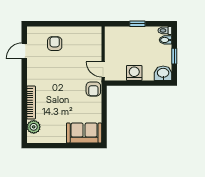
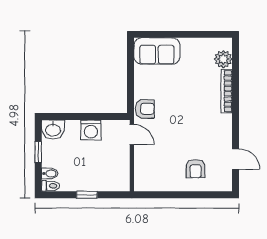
door: (24, 51) -> (236, 159), hinge flipped
armchair: (93, 89) -> (145, 109), turned 90

